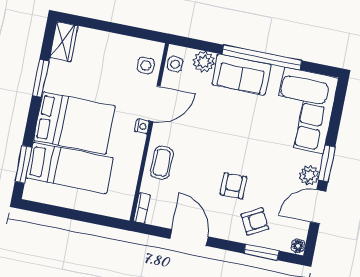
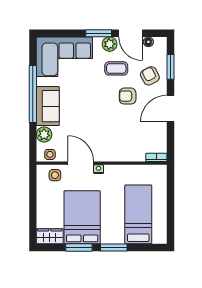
bed: (74, 123) -> (82, 217), moved
coffee table: (162, 163) -> (116, 68), moved
window: (23, 164) -> (114, 248), moved
door: (189, 238) -> (171, 109), moved
floor lamp: (298, 246) -> (148, 42), moved

